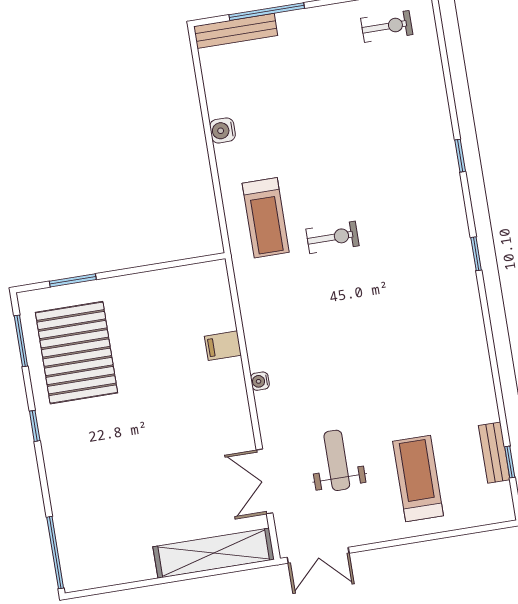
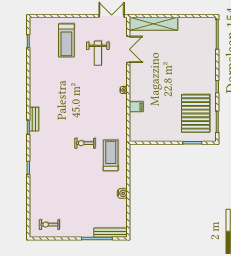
bench: (494, 453) -> (34, 119), moved

